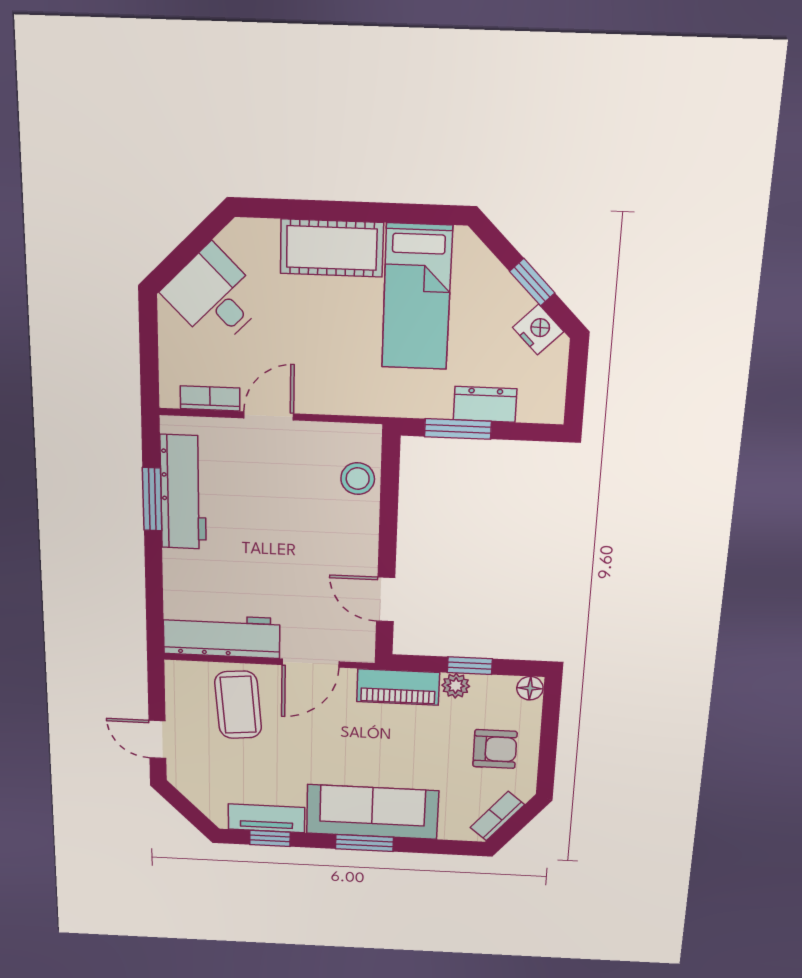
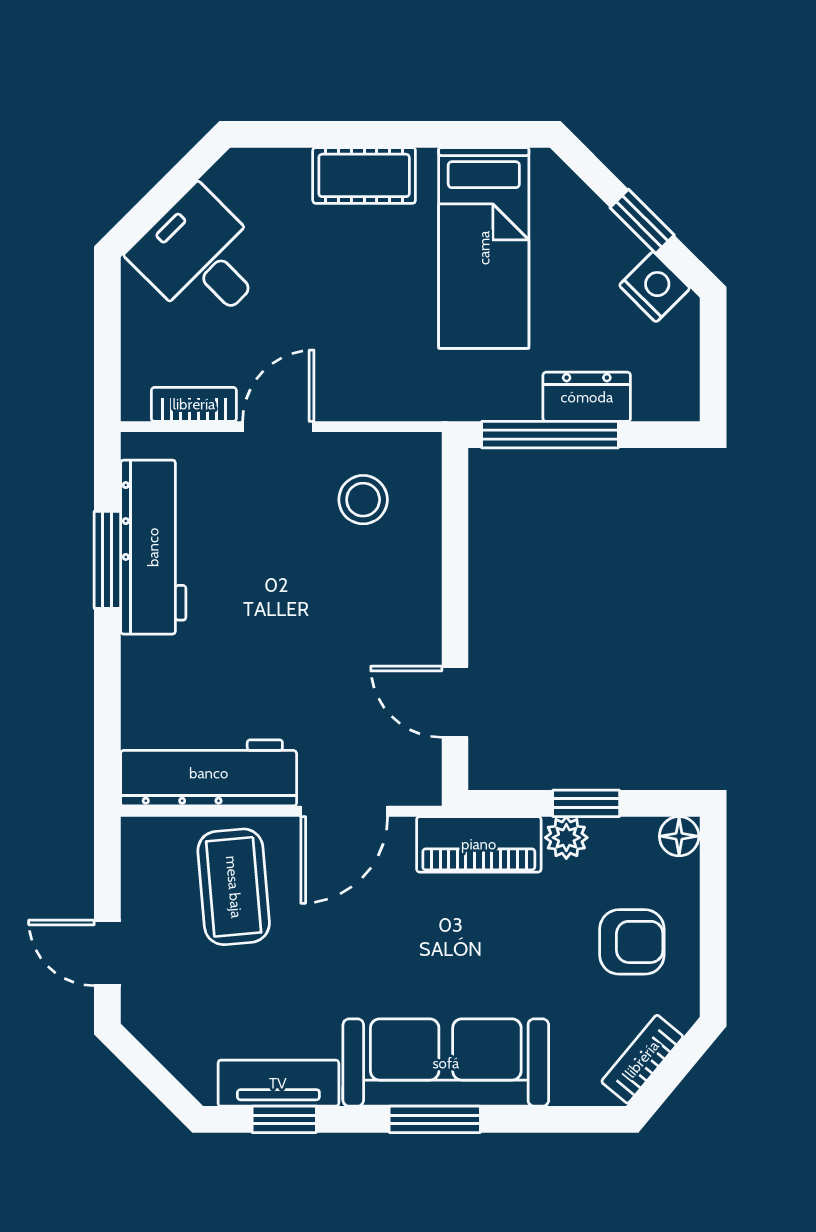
cot: (332, 248) -> (364, 175), width x0.73, depth x0.75
window: (458, 429) -> (550, 435), width x1.44
stool: (358, 479) -> (363, 500), moved

